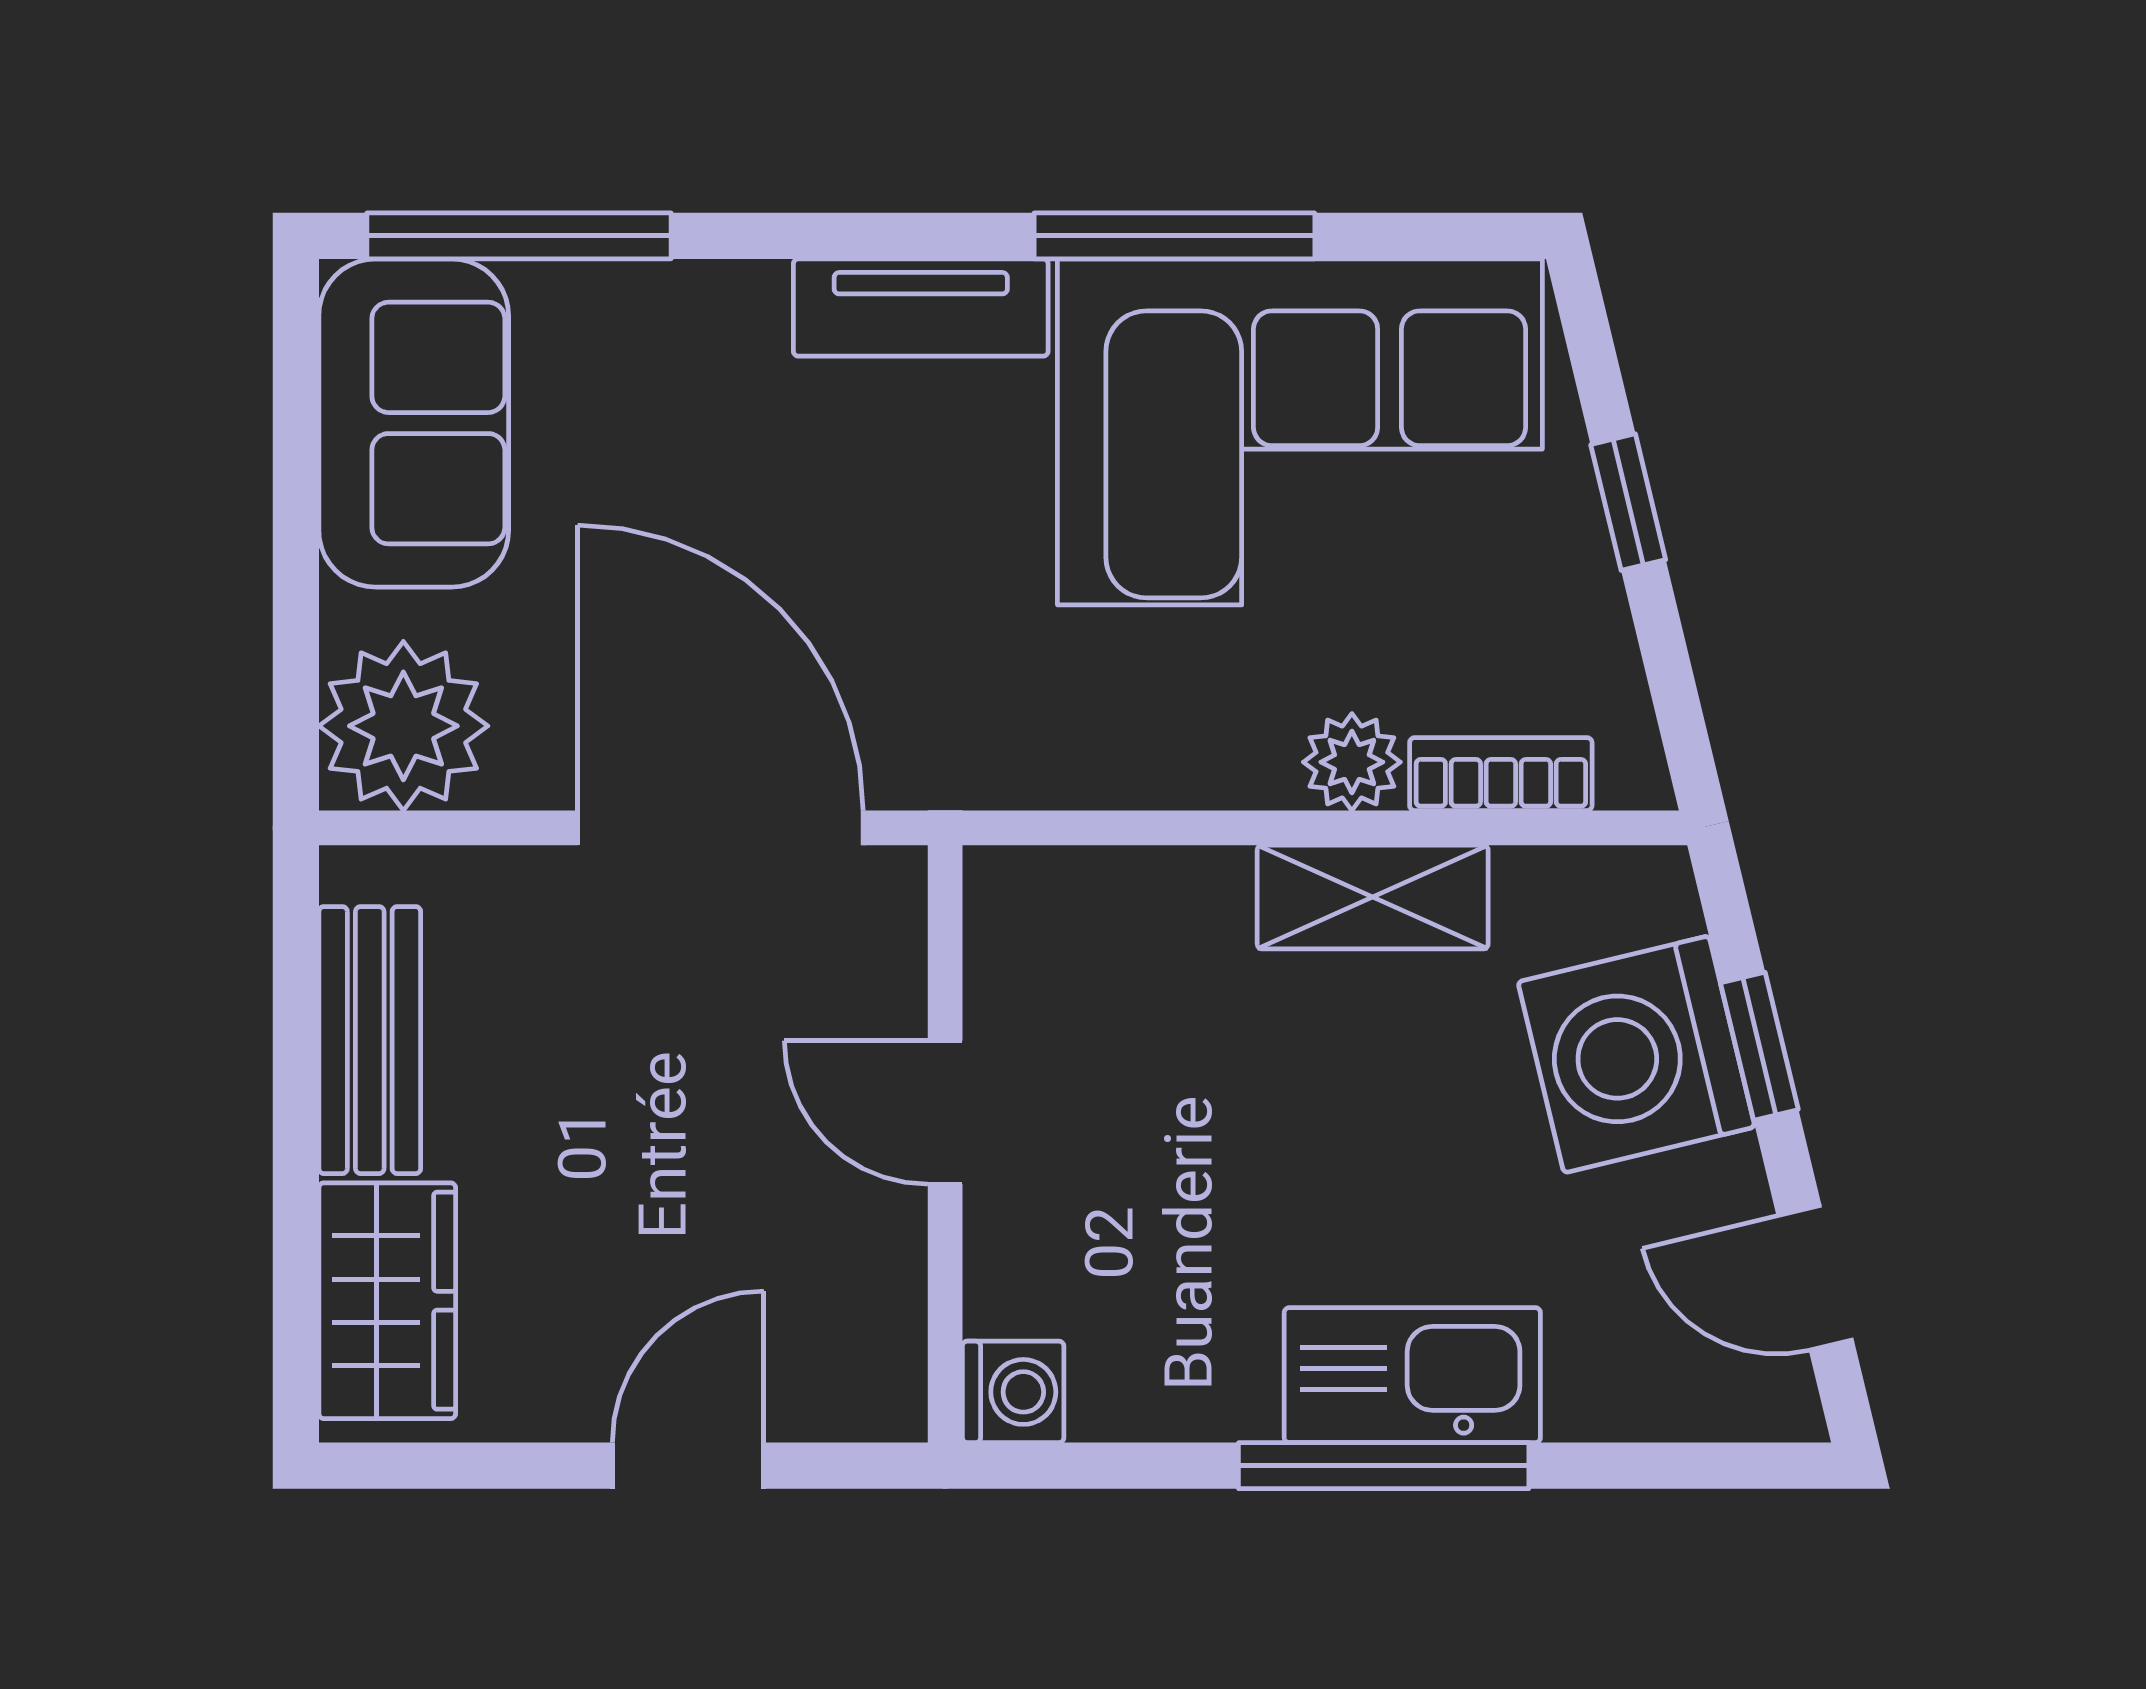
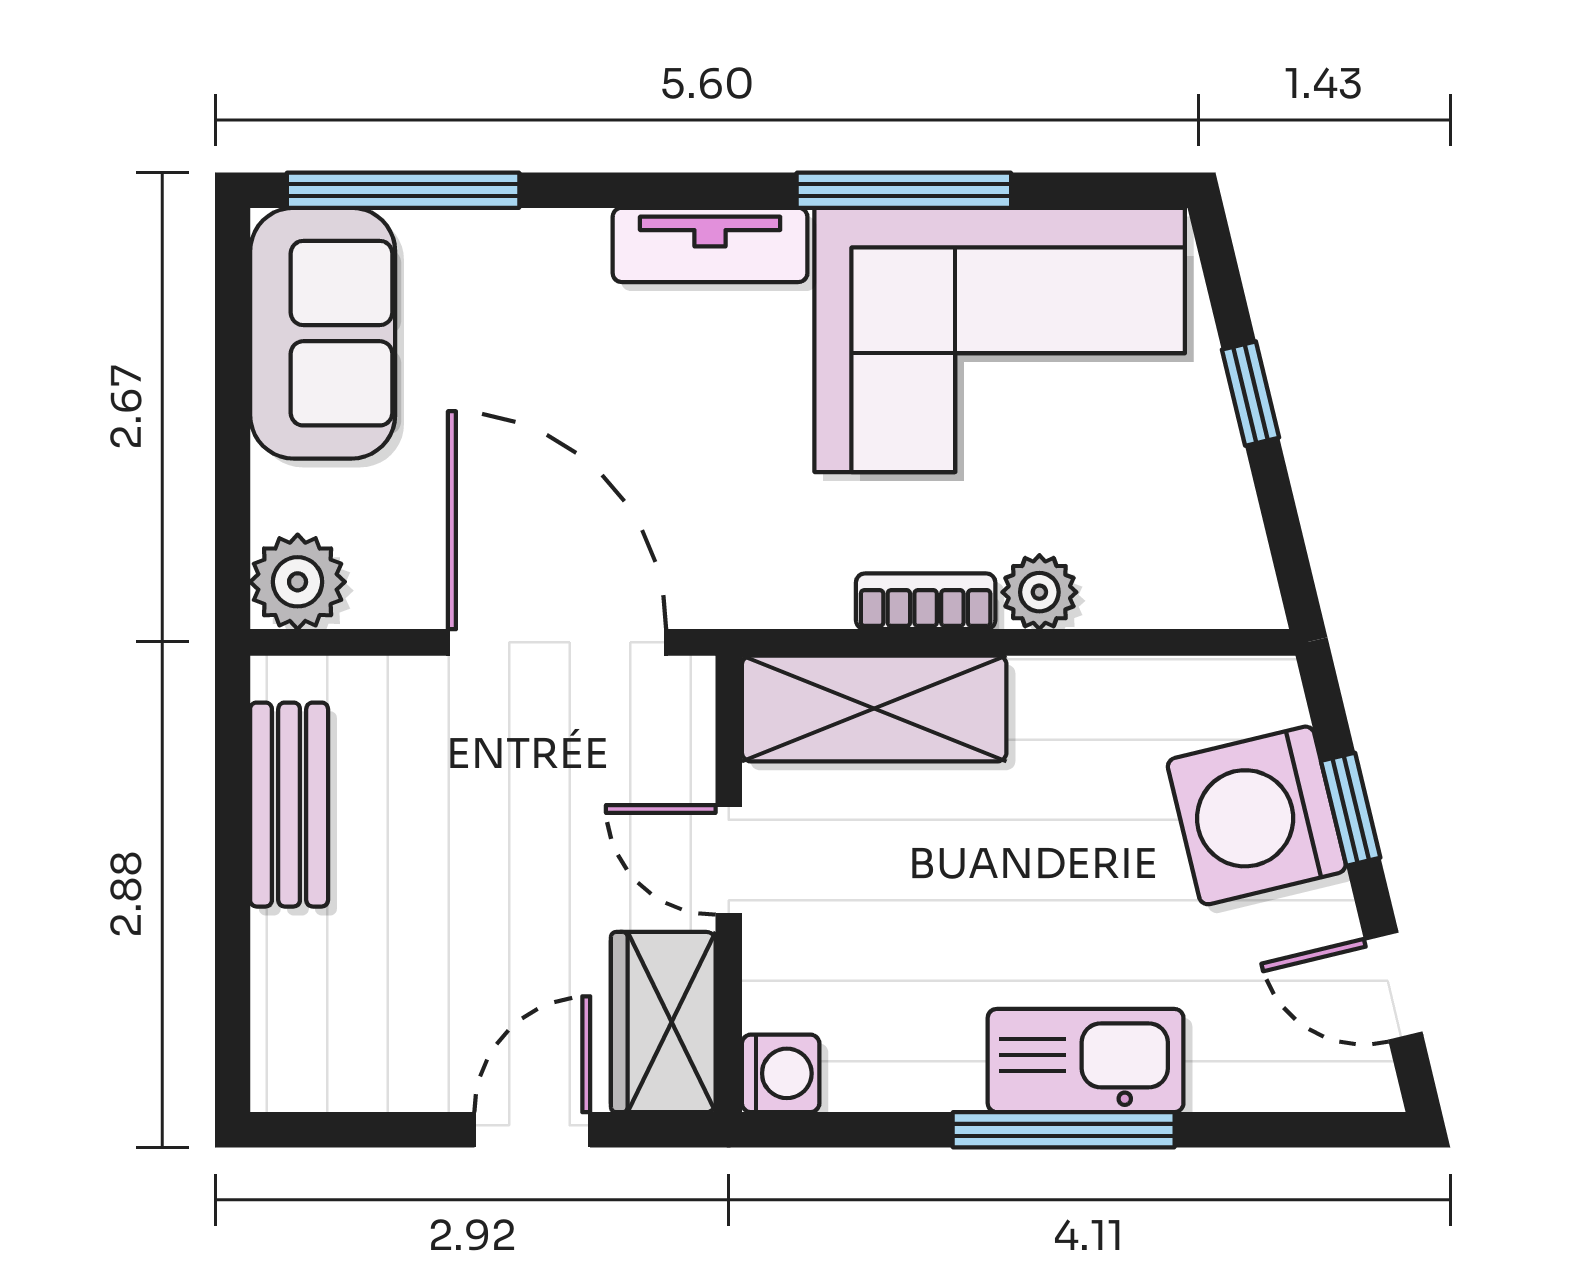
plant: (403, 726) -> (298, 582), width x0.73, depth x0.73
bookcase: (1501, 774) -> (926, 601), moved
shelving: (1373, 897) -> (874, 708), moved, width x1.50, depth x1.33
wardrobe: (387, 1301) -> (663, 1022), moved, turned 180

